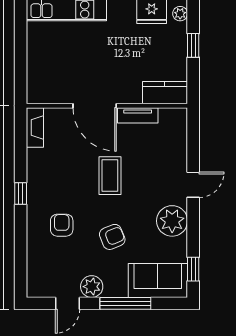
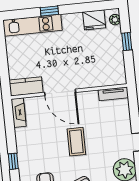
kitchen counter: (165, 93) -> (26, 86), moved
tv unit: (138, 115) -> (113, 94), moved

